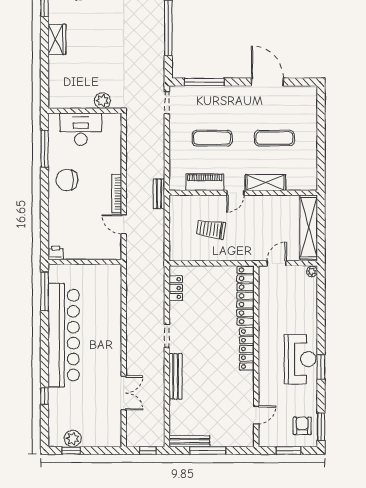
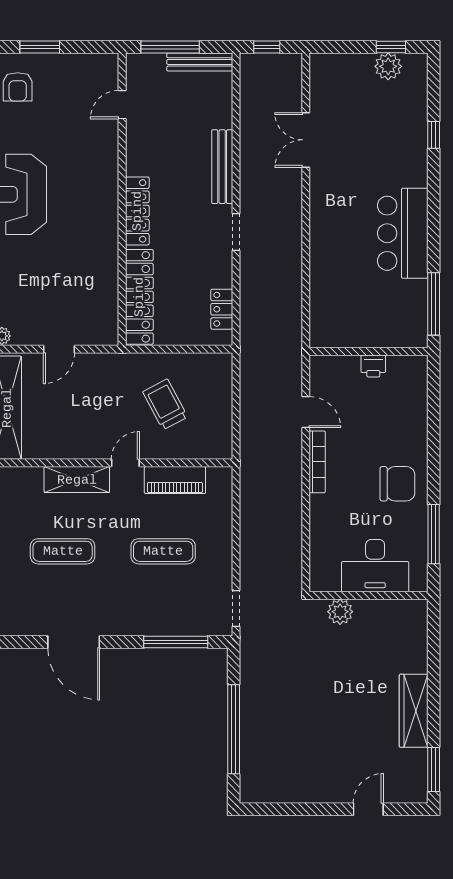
wardrobe: (57, 39) -> (414, 711), width x1.50
bench: (159, 194) -> (249, 461), removed
trolley: (211, 229) -> (165, 404), turned -126
printer: (56, 253) -> (373, 366), moved
locker: (245, 296) -> (139, 297), moved
bar counter: (64, 335) -> (403, 233), width x0.54
locker: (247, 349) -> (137, 211), moved
wall: (256, 356) -> (122, 199), moved
door: (256, 415) -> (122, 105), moved

